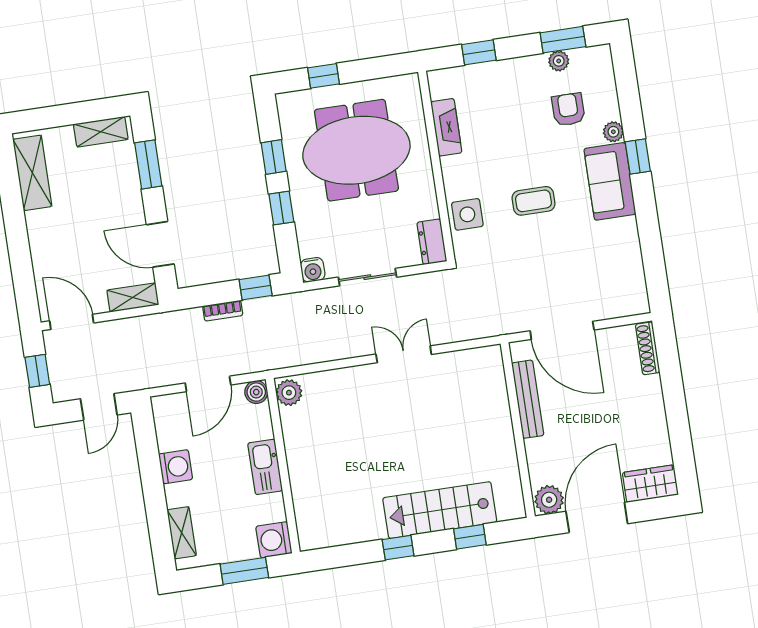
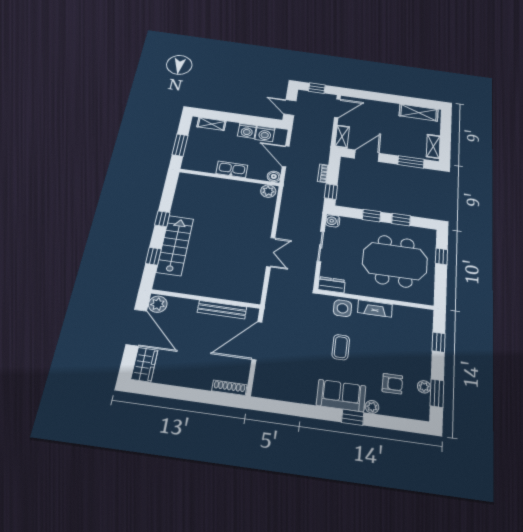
fireplace: (446, 127) -> (375, 308), moved
meeting table: (356, 150) -> (395, 261), turned 90
washing machine: (274, 540) -> (265, 134), moved, turned 180

